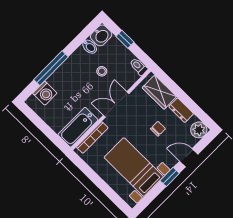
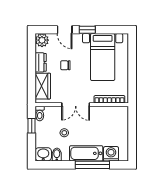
window: (125, 39) -> (32, 126), moved
bathtub: (78, 127) -> (86, 153), moved, turned 180

